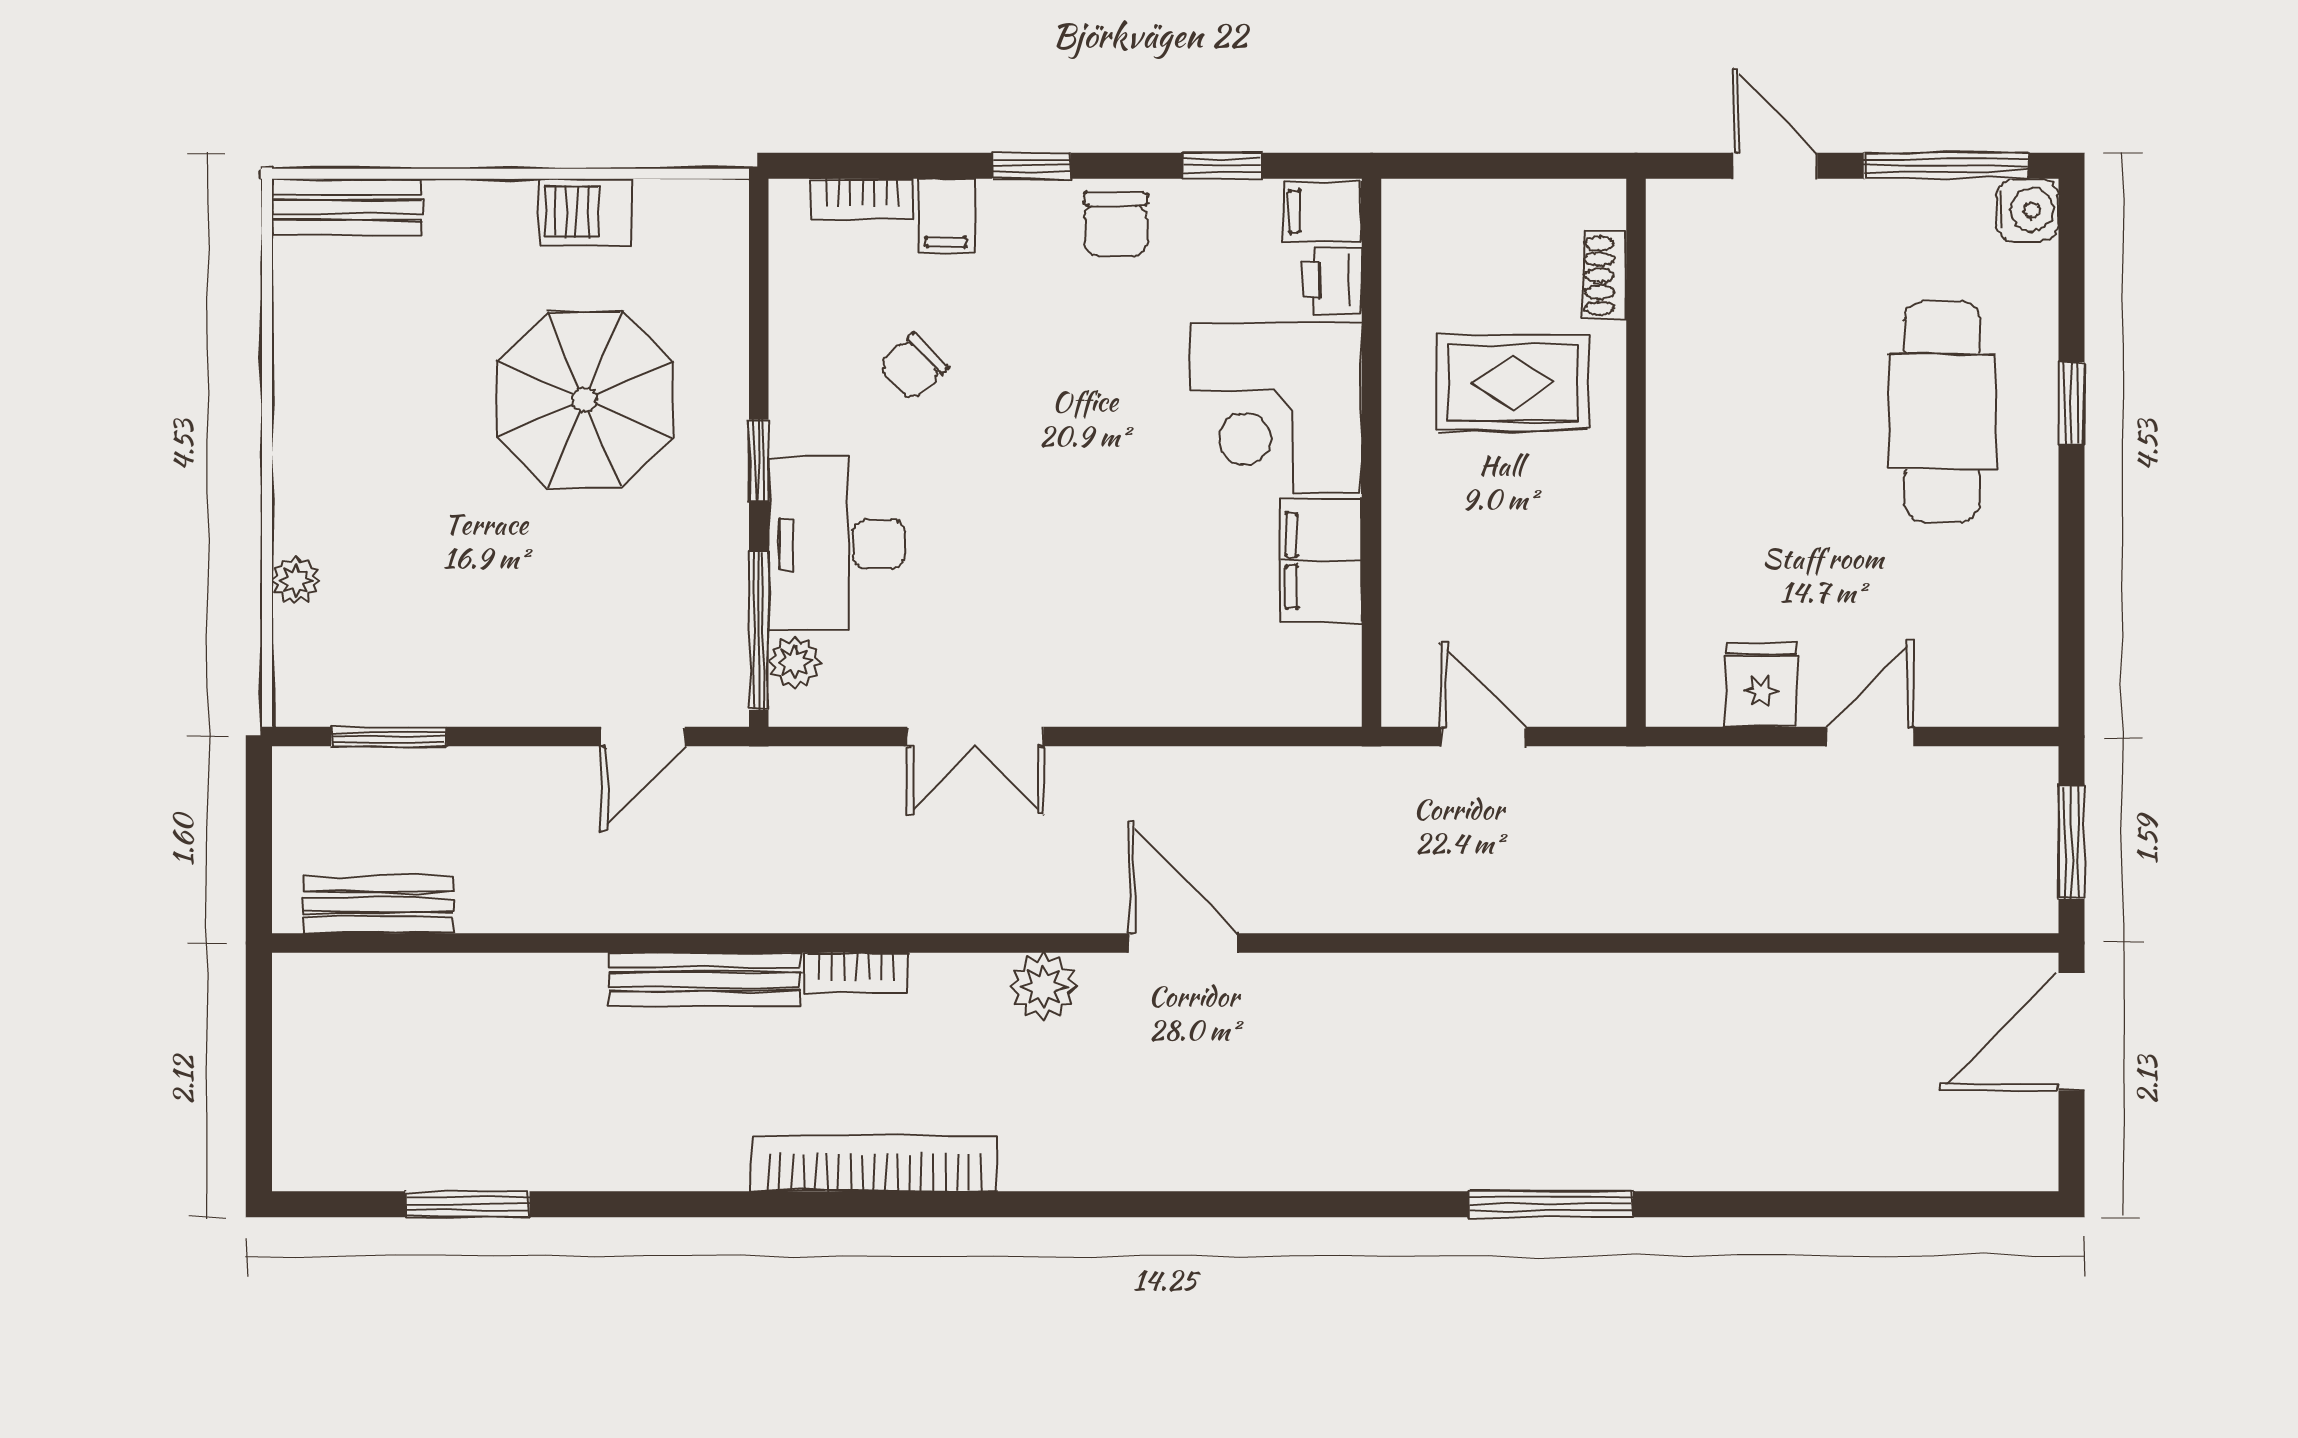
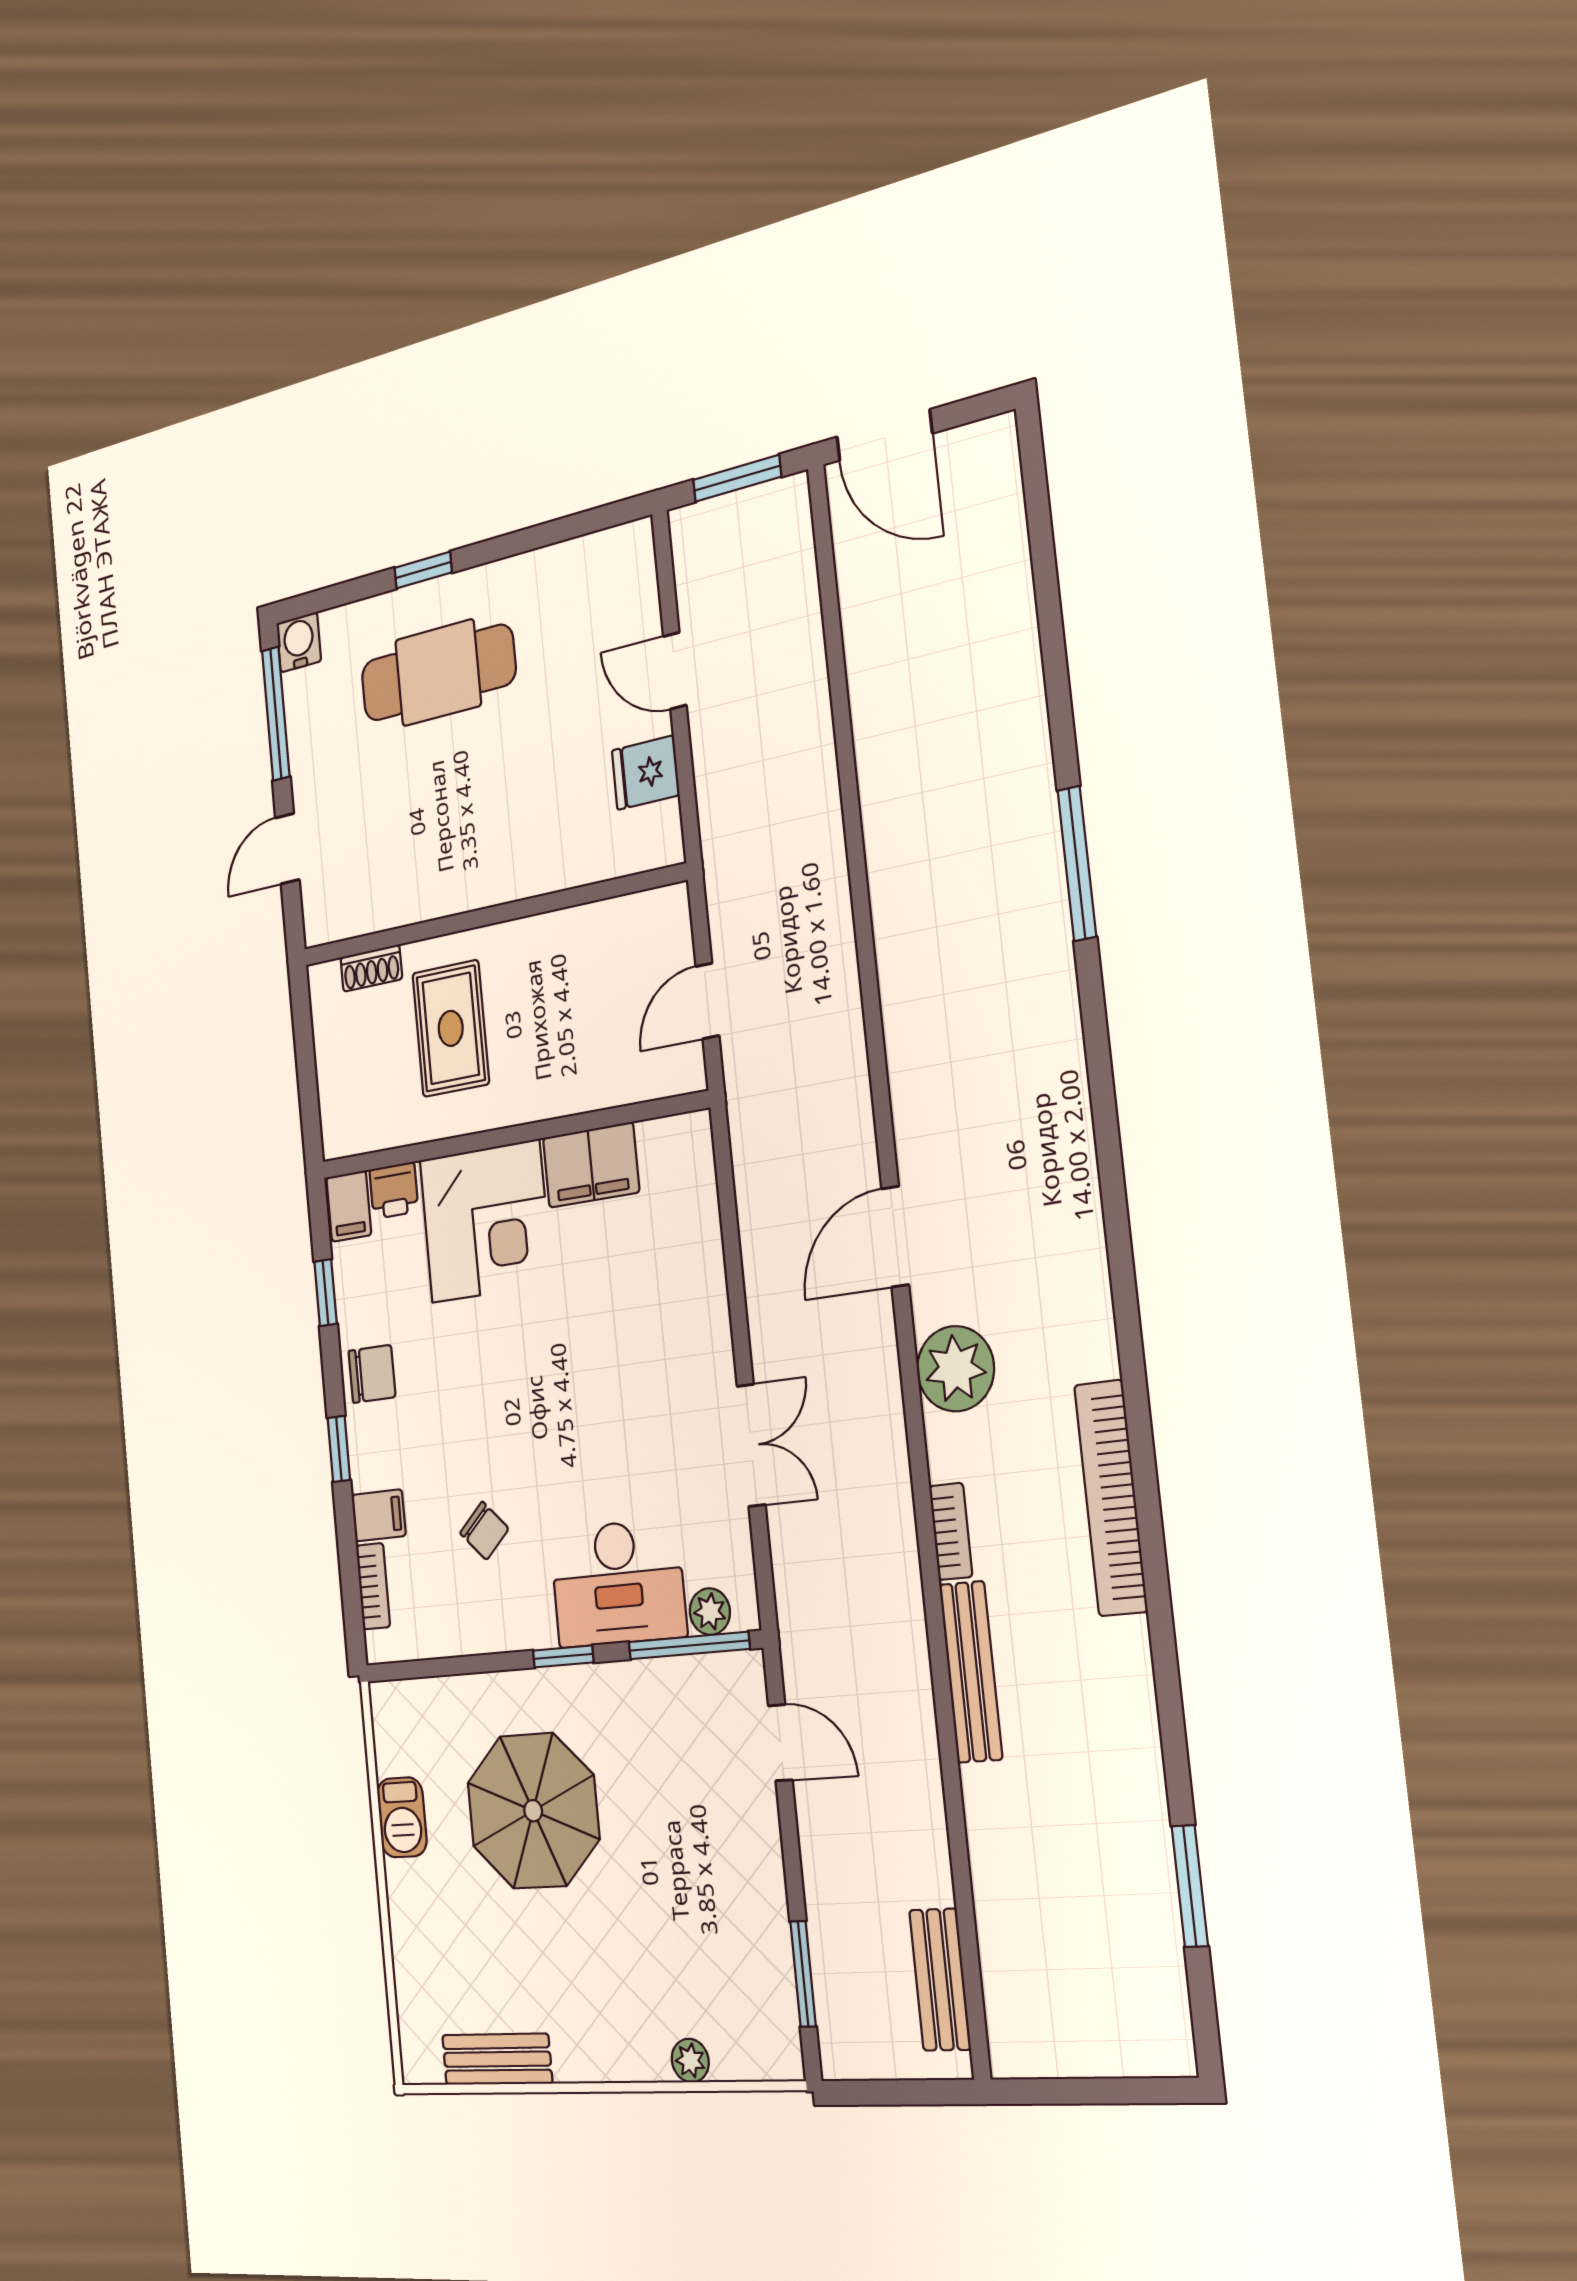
bench: (347, 207) -> (497, 2059), moved, turned 90
plant: (1043, 987) -> (955, 1369), width x1.36, depth x1.36

